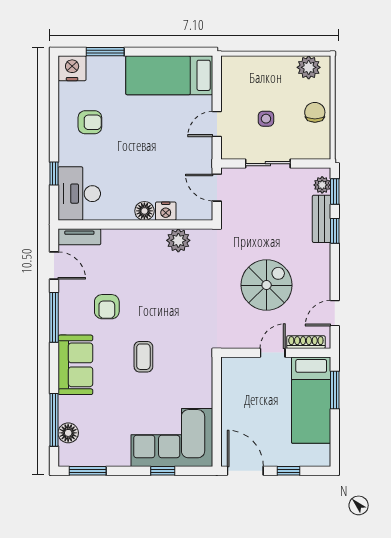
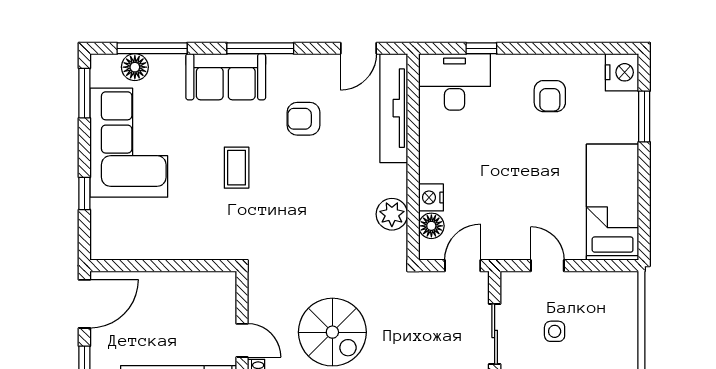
floor lamp: (144, 211) -> (431, 226), moved
tv unit: (79, 237) -> (394, 108), width x1.92, depth x1.29
window: (54, 317) -> (260, 48), moved
coffee table: (143, 357) -> (237, 168), turned 90
corner sofa: (172, 437) -> (129, 143), moved

